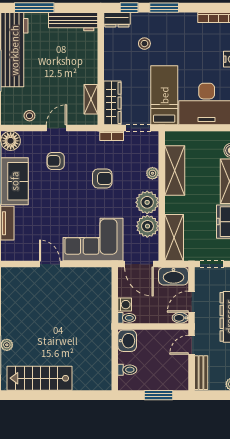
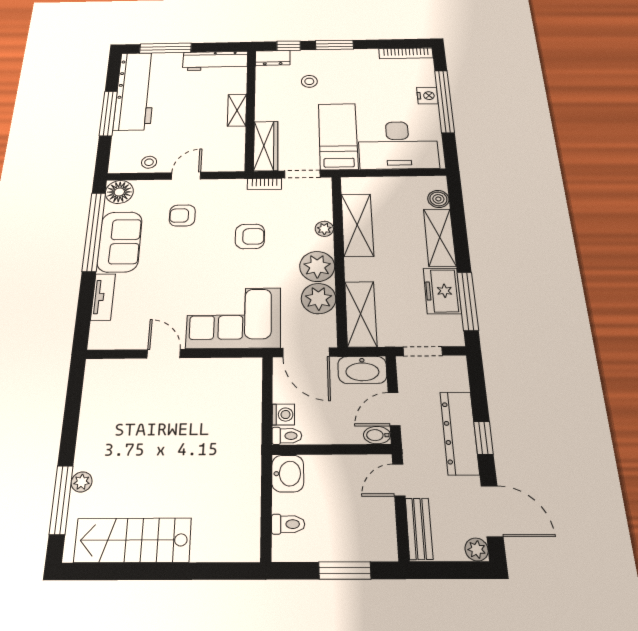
shelving: (91, 99) -> (237, 110), moved

